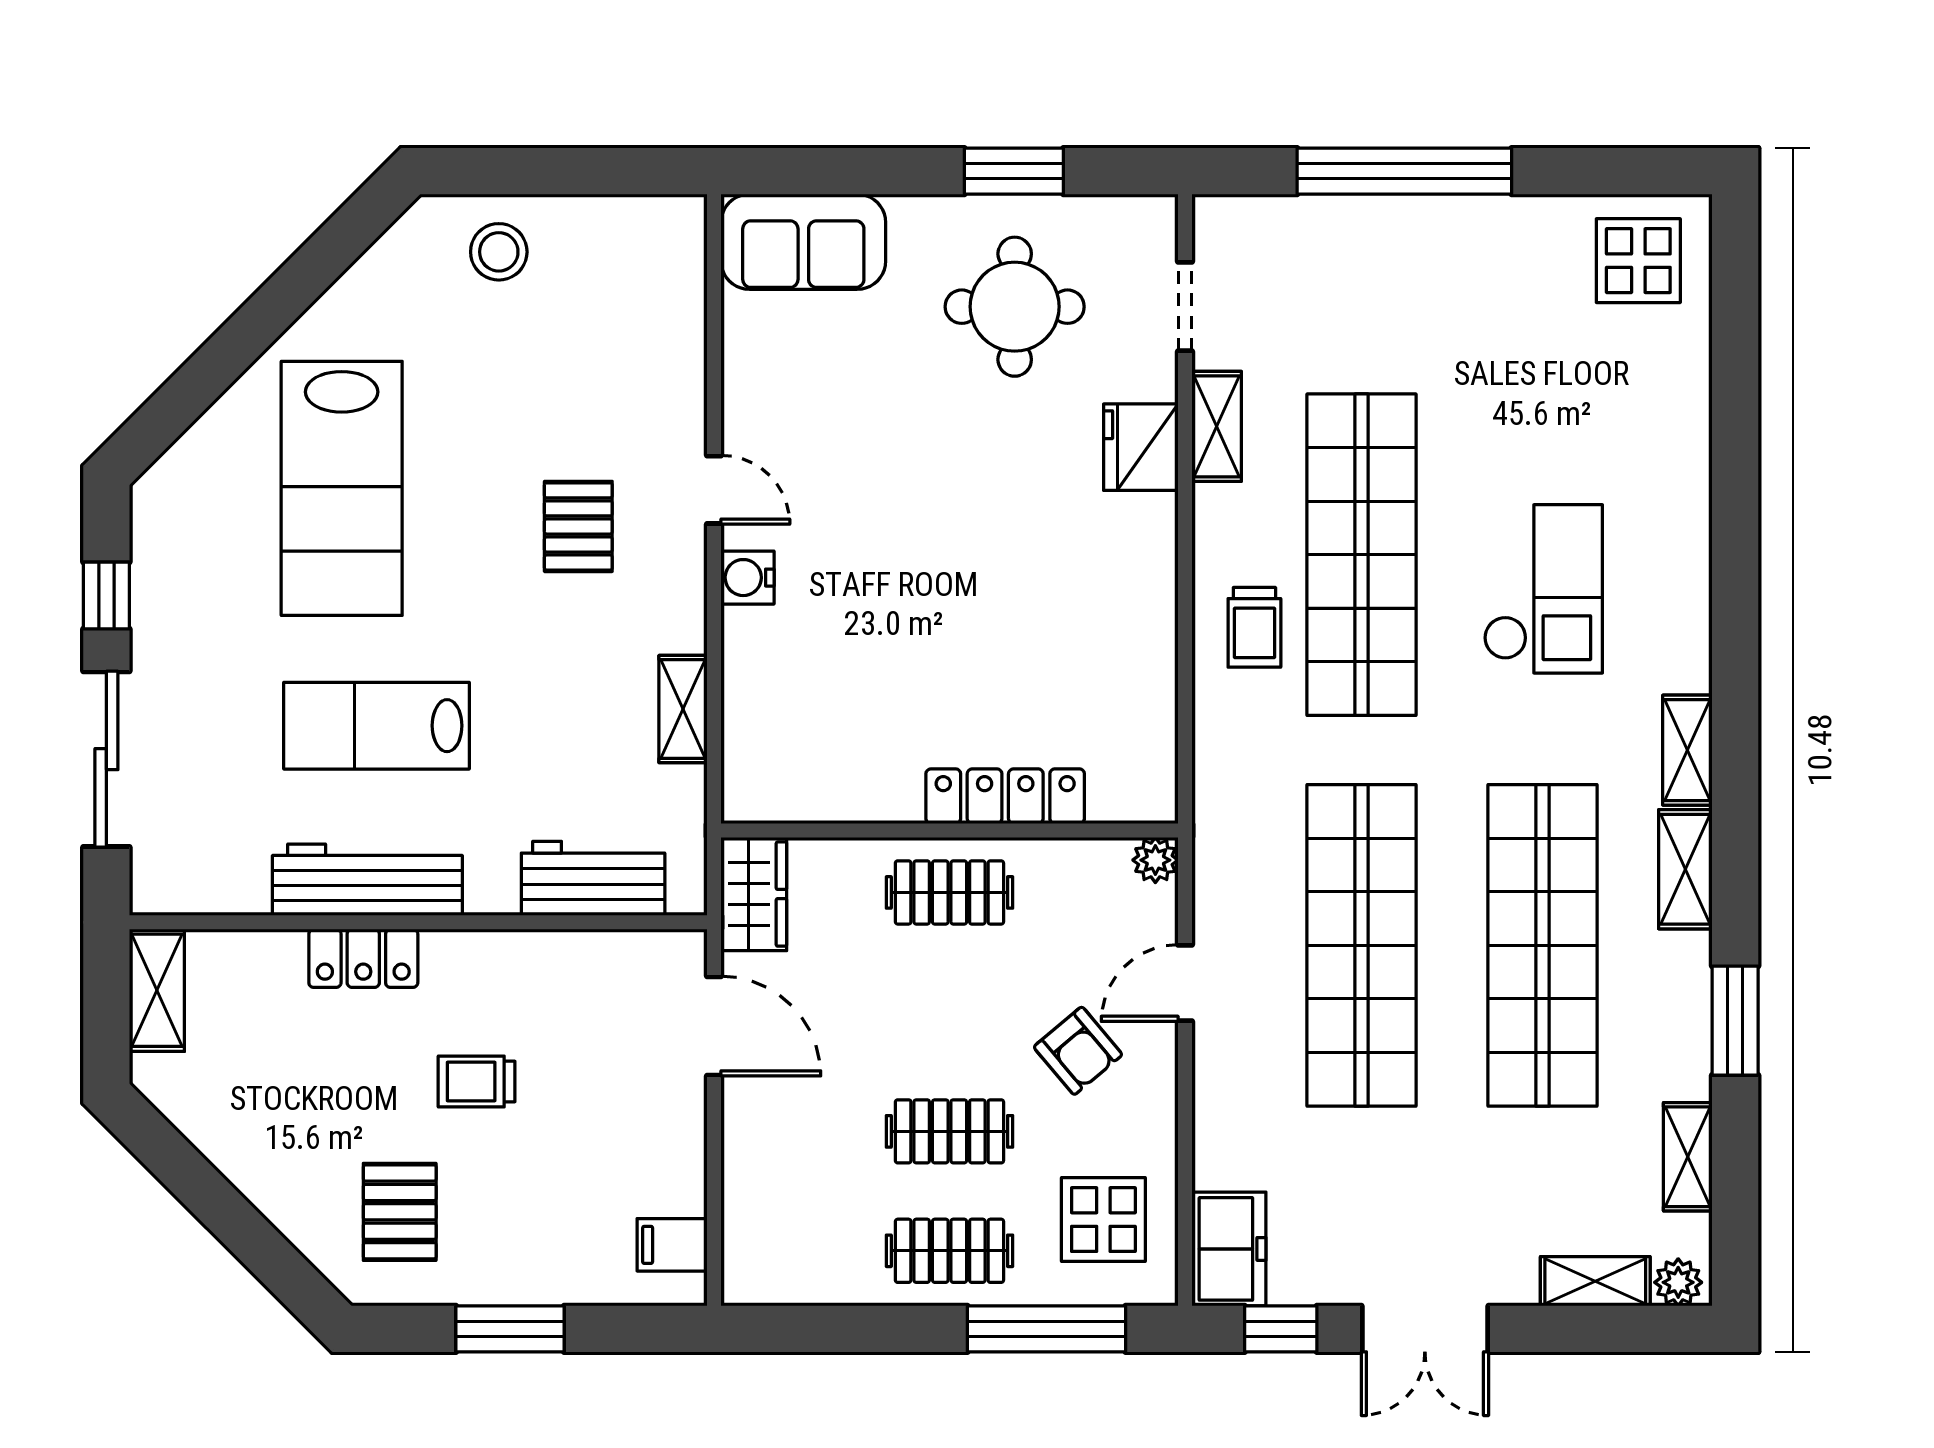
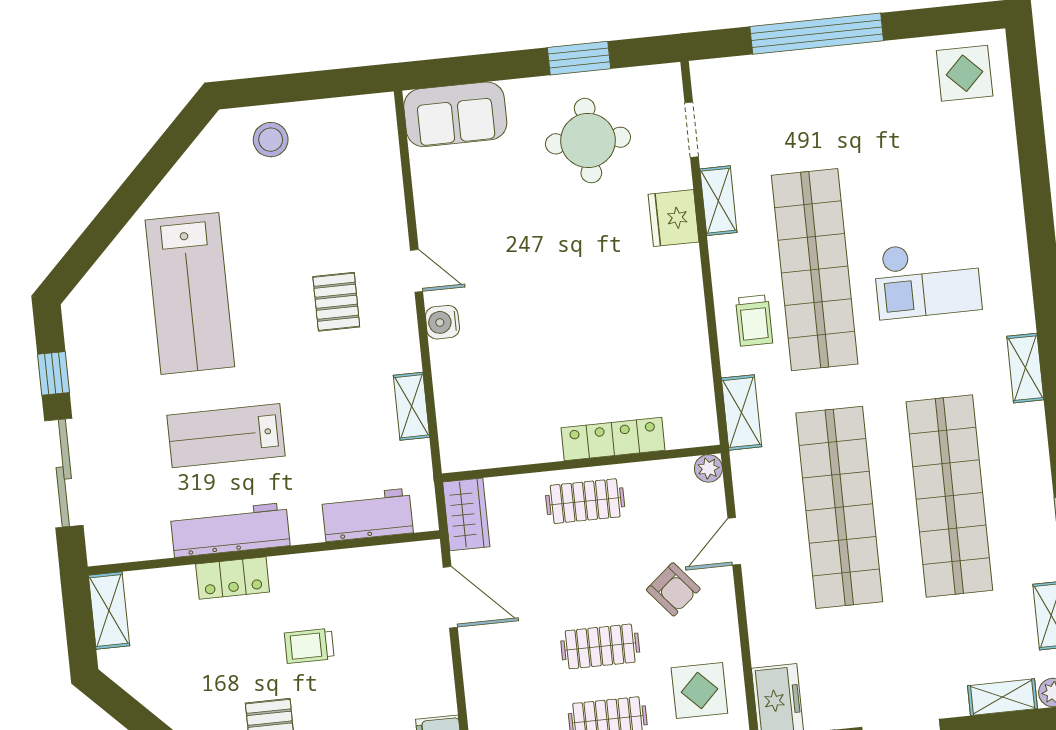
checkout: (1543, 589) -> (927, 279), turned 90
shelving: (1685, 869) -> (742, 412), moved

